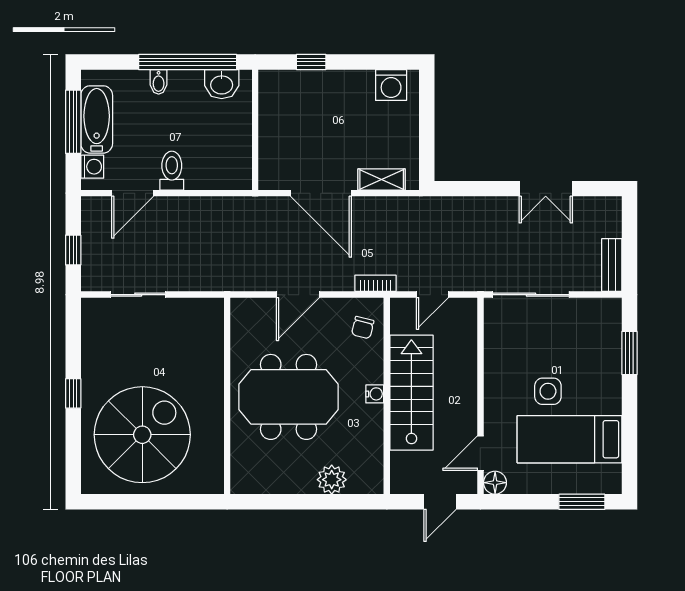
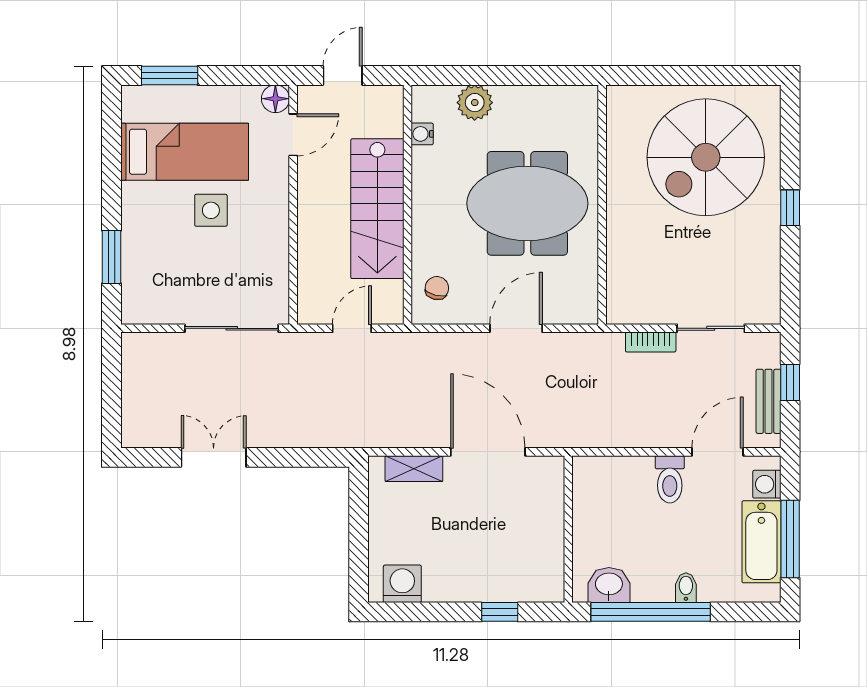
bench: (612, 265) -> (769, 401), moved
bookcase: (375, 283) -> (651, 342), moved
water cooler: (375, 394) -> (422, 134), moved

